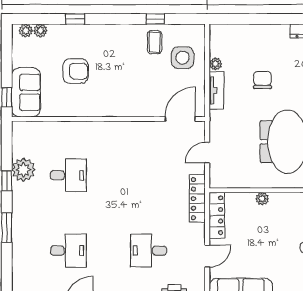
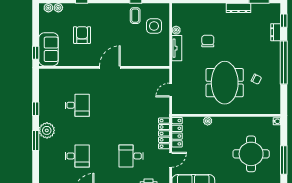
armchair: (76, 71) -> (82, 35), turned -90
door: (180, 119) -> (110, 67), moved
plant: (23, 170) -> (47, 130), moved
locker: (197, 199) -> (164, 133), moved

